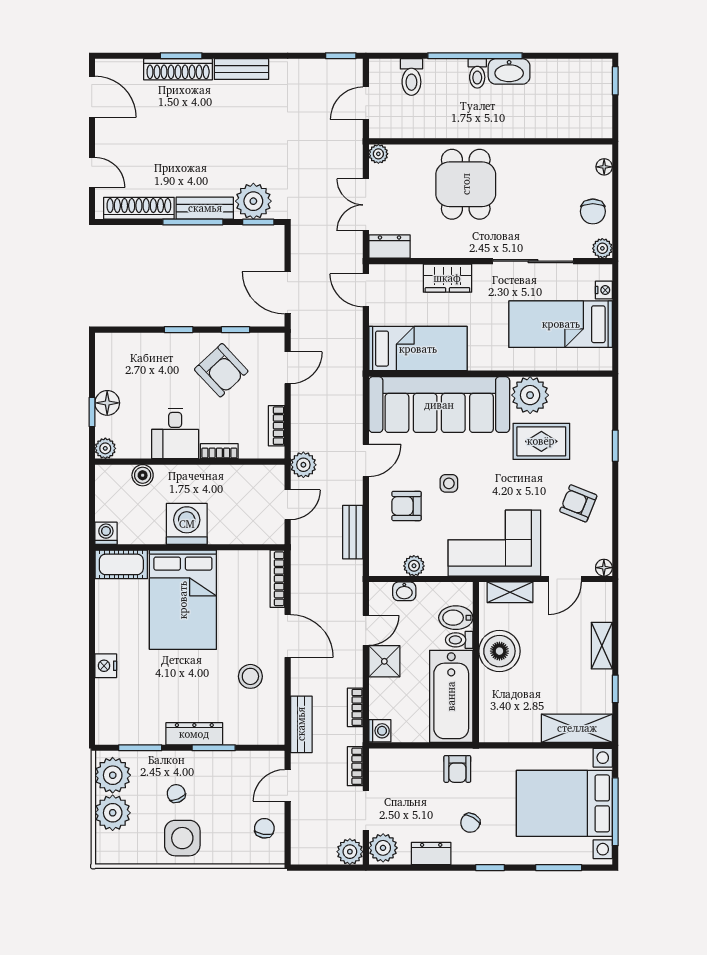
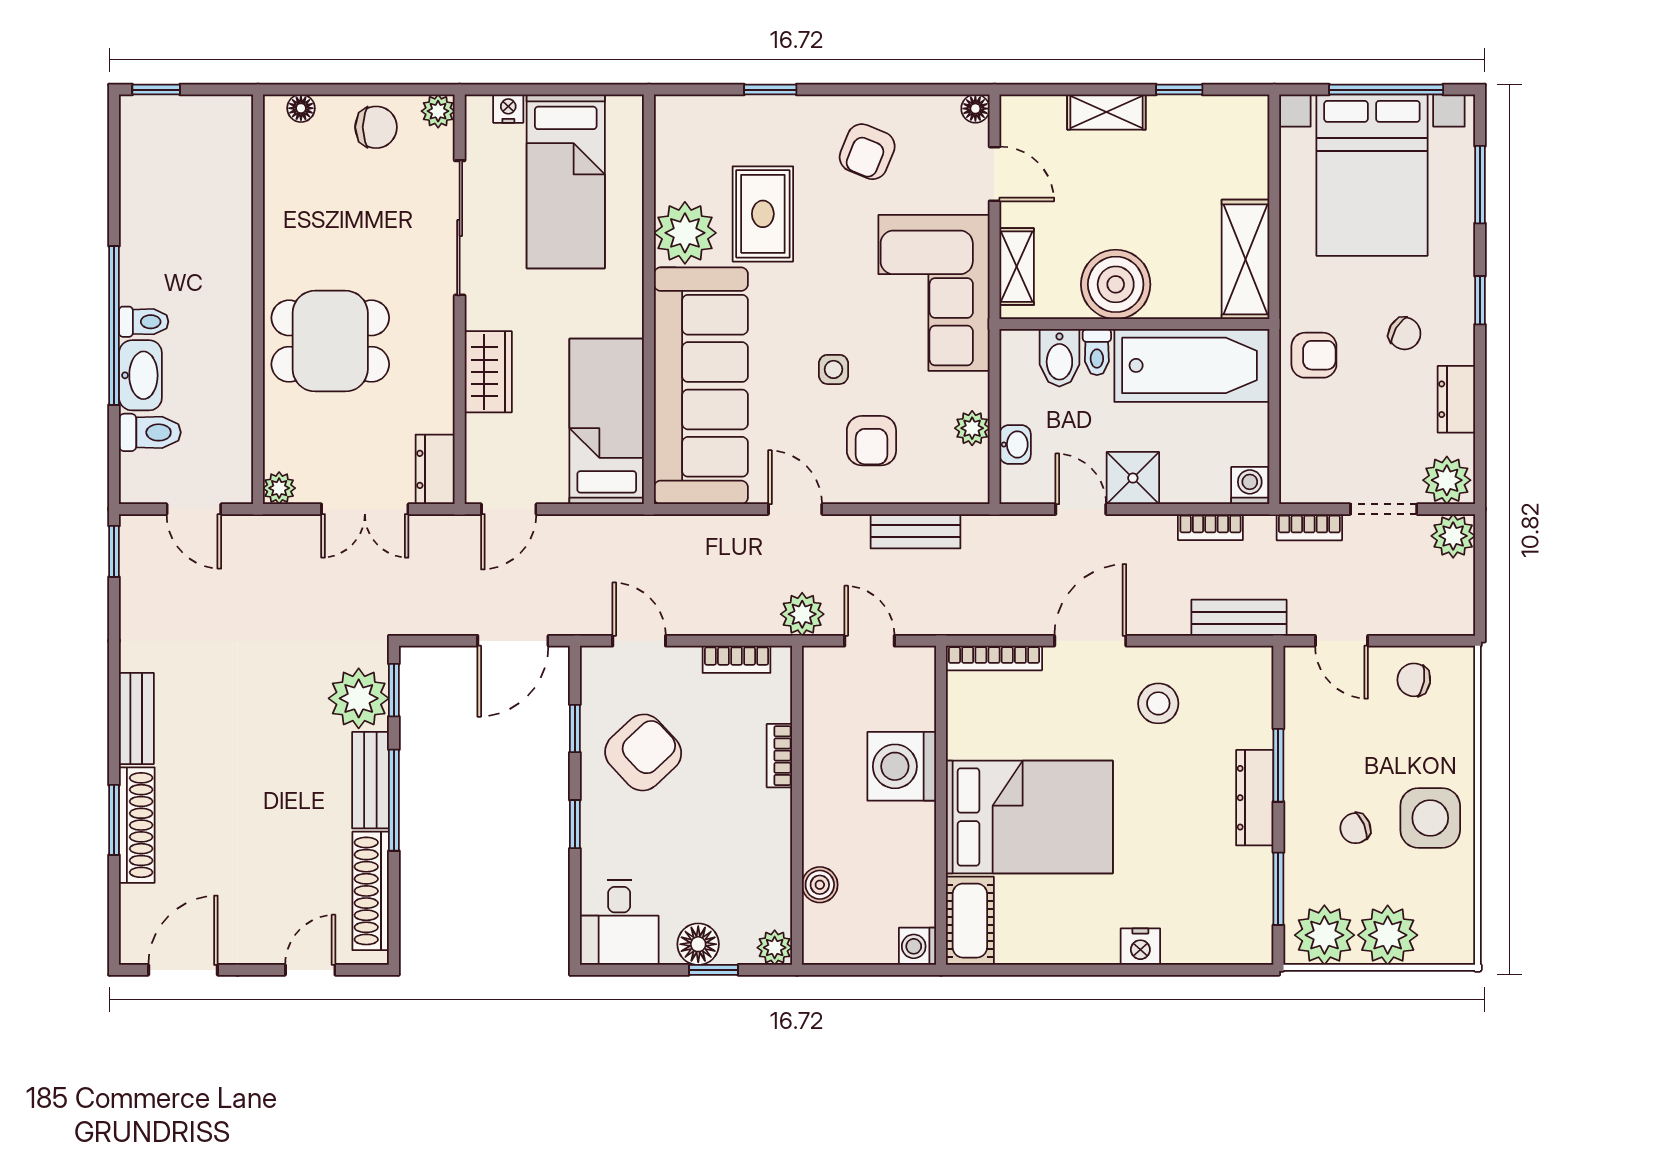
washbasin: (509, 71) -> (140, 375), moved
desk: (175, 434) -> (619, 923), moved, turned 90
washing machine: (187, 524) -> (902, 766), moved
shelving: (577, 728) -> (1245, 259), moved

